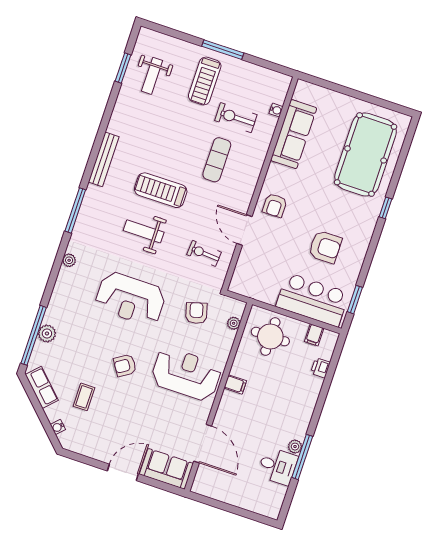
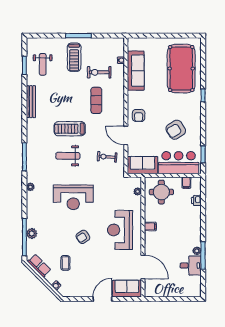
bench: (104, 159) -> (31, 102), moved
armchair: (325, 247) -> (176, 130), turned 148
sofa: (255, 285) -> (142, 165), added
armchair: (196, 313) -> (114, 193), removed
reception desk: (186, 374) -> (120, 230), turned -90

